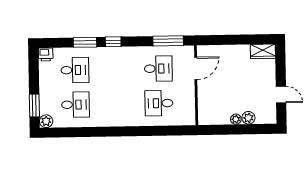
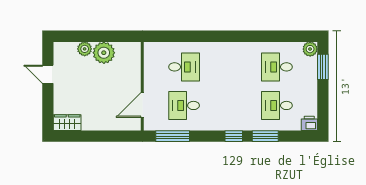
plant: (236, 119) -> (104, 53), width x1.87, depth x1.87

